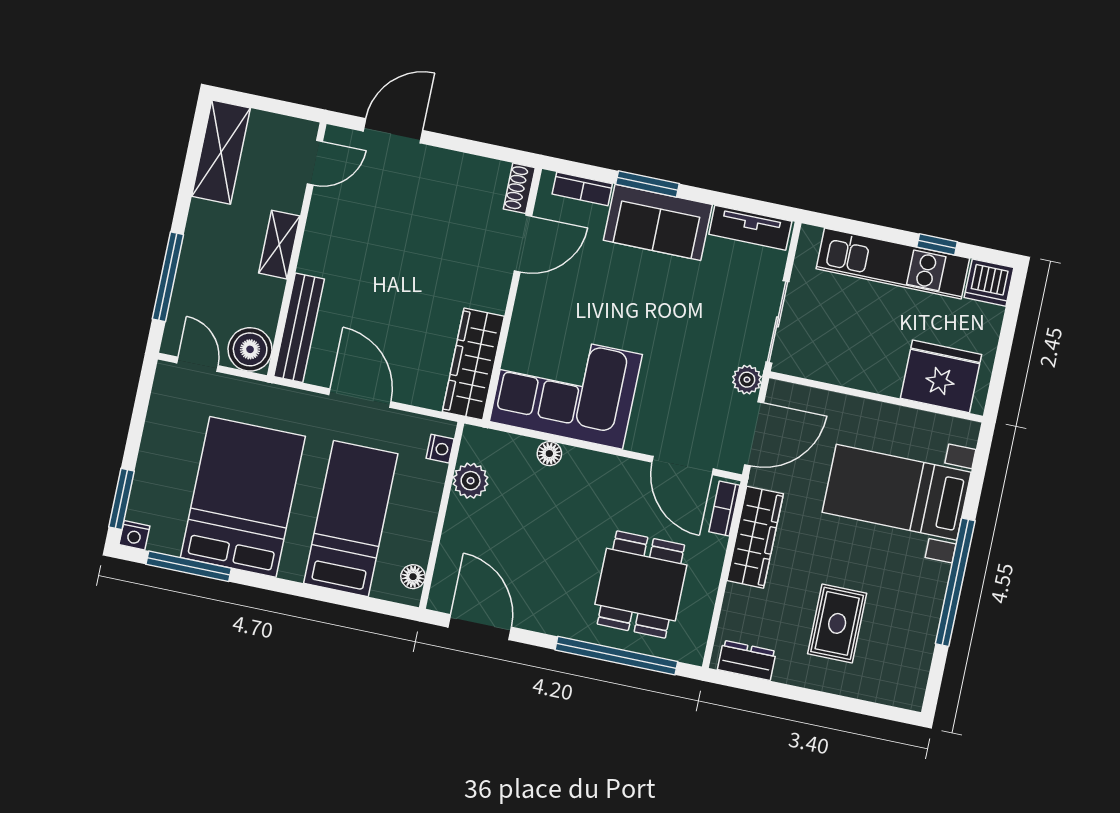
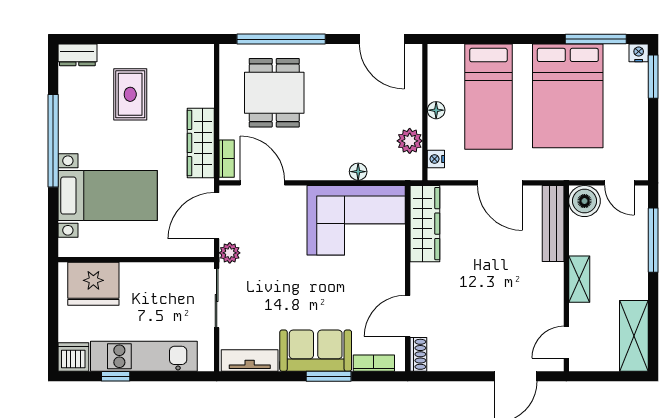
floor lamp: (413, 577) -> (436, 110), moved
dresser: (747, 660) -> (77, 55), moved

